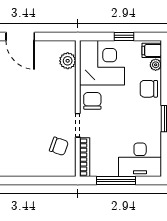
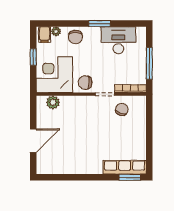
desk: (140, 160) -> (118, 40), moved, turned -90

